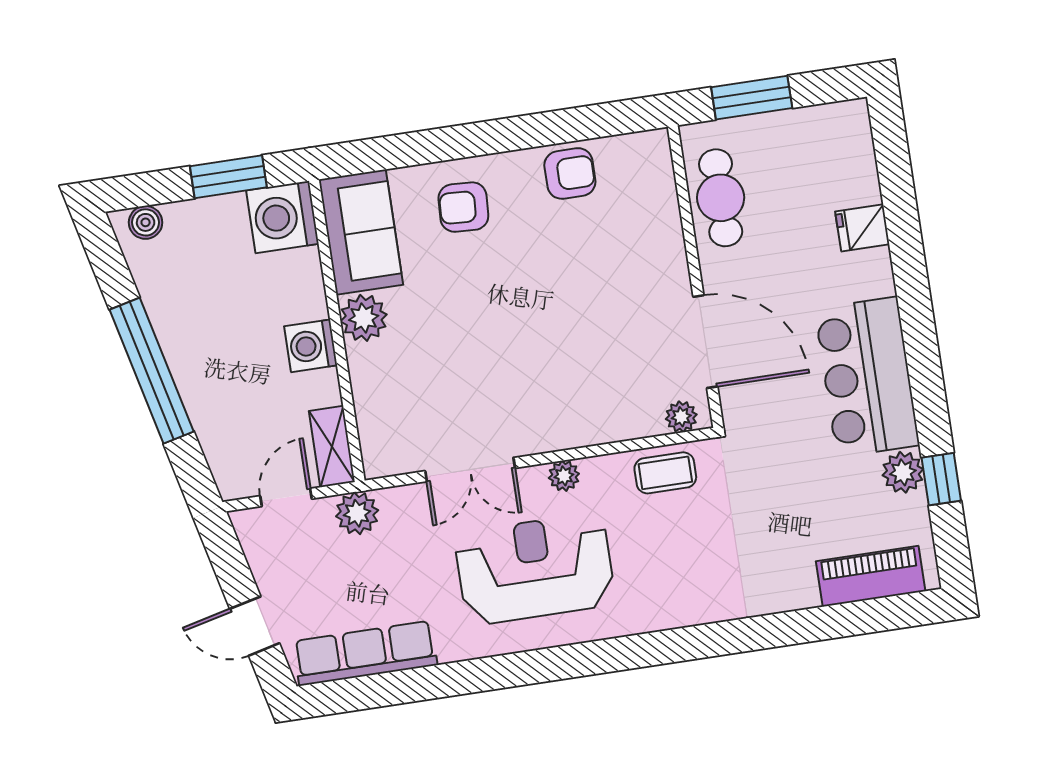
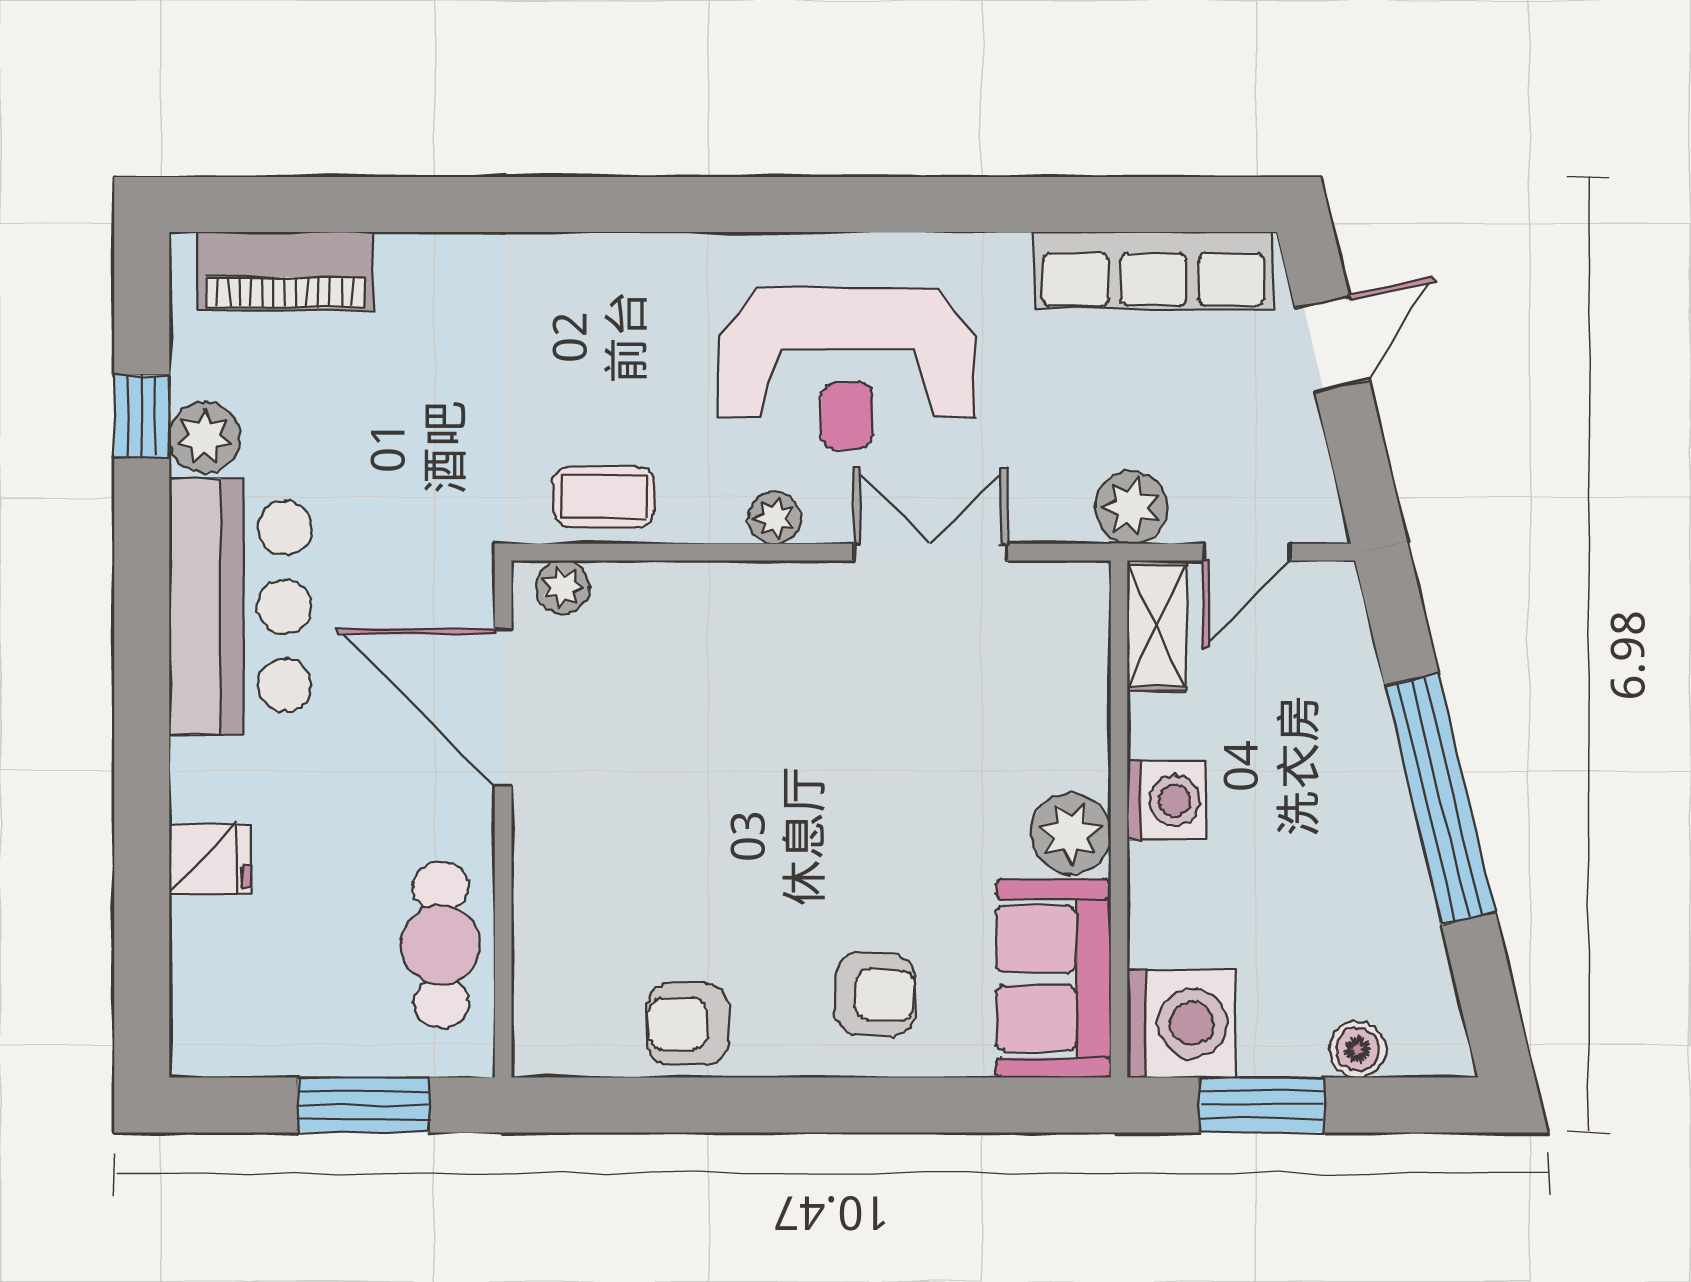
boiler: (146, 222) -> (1358, 1049), moved
door: (255, 626) -> (1332, 344), hinge flipped

